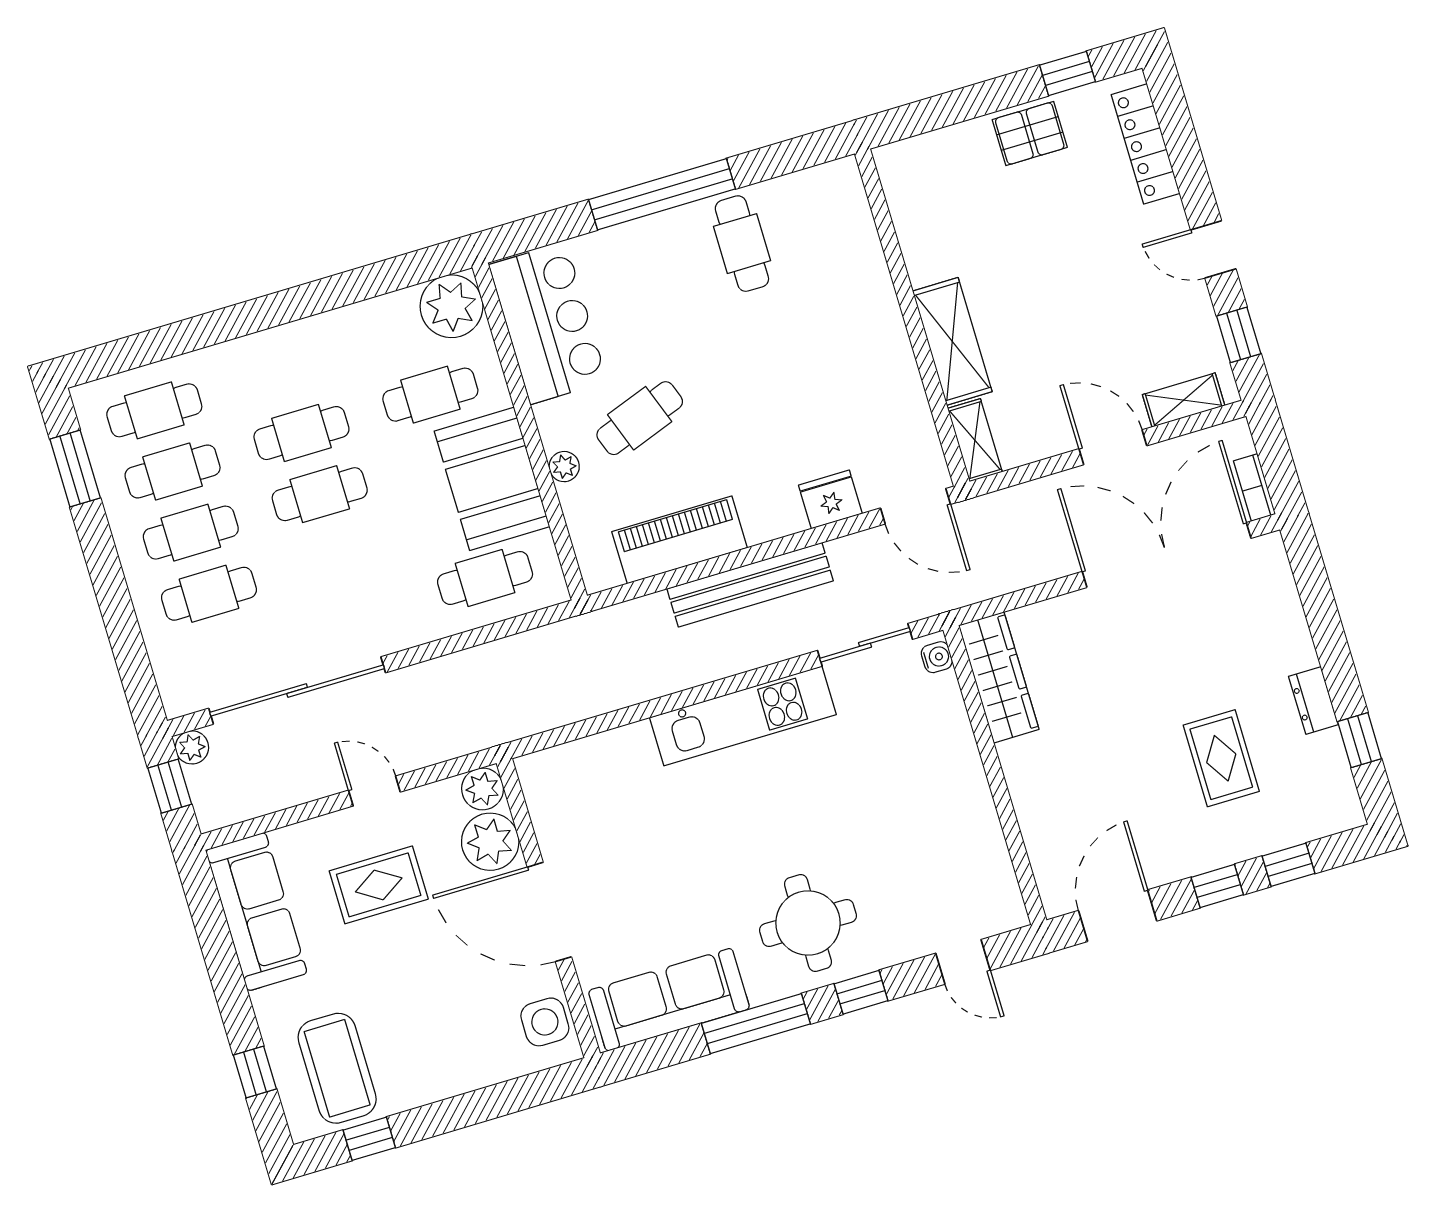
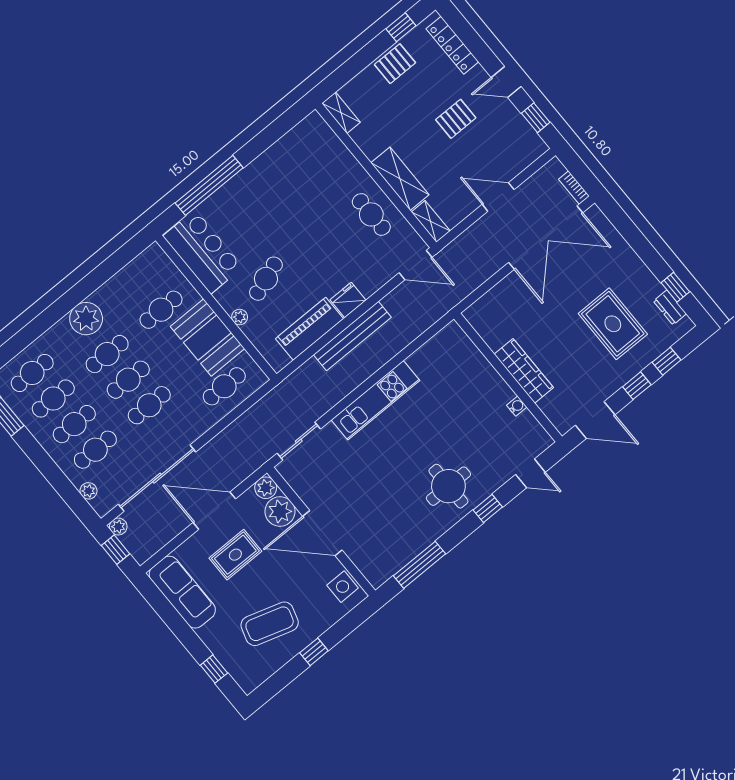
window: (662, 194) -> (209, 185), moved
cafe table: (742, 244) -> (371, 214), moved
pallet: (1096, 277) -> (456, 119), added
plant: (451, 306) -> (86, 319), moved
shelving: (1184, 400) -> (341, 113), moved, turned 90
fridge: (830, 499) -> (348, 300), moved
cafe table: (338, 555) -> (149, 405), added
double door: (1167, 555) -> (546, 238), swing flipped
sliding door: (865, 645) -> (299, 441), moved
water cooler: (937, 657) -> (517, 406), moved
plant: (166, 662) -> (88, 491), added
wardrobe: (999, 677) -> (524, 371), moved
dresser: (1313, 700) -> (670, 307), moved
rug: (1221, 758) -> (613, 324), width x1.36, depth x1.43
door: (374, 791) -> (214, 511), width x1.88
door: (1118, 916) -> (595, 420), swing flipped
sofa: (669, 1000) -> (397, 551), removed
window: (756, 1024) -> (419, 565), moved
coffee table: (337, 1068) -> (270, 624), moved, turned -73
window: (369, 1139) -> (314, 652), moved

